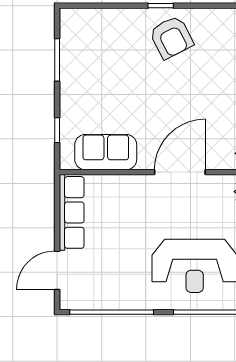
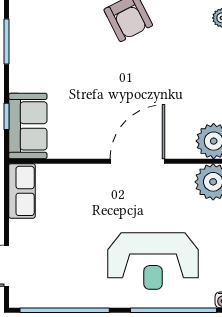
sofa: (106, 152) -> (28, 126), moved, turned 90
row of seats: (72, 212) -> (22, 191), width x0.68

